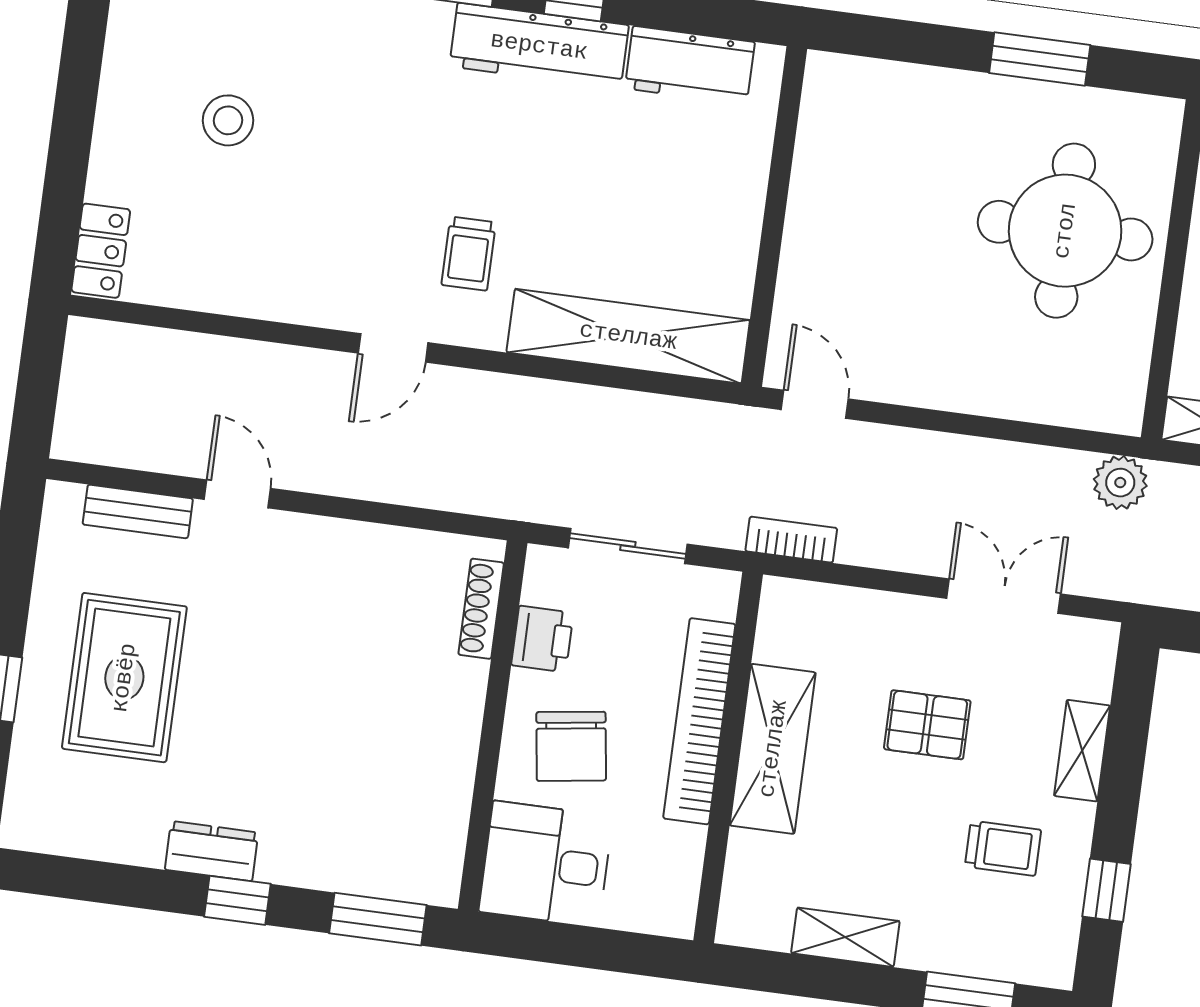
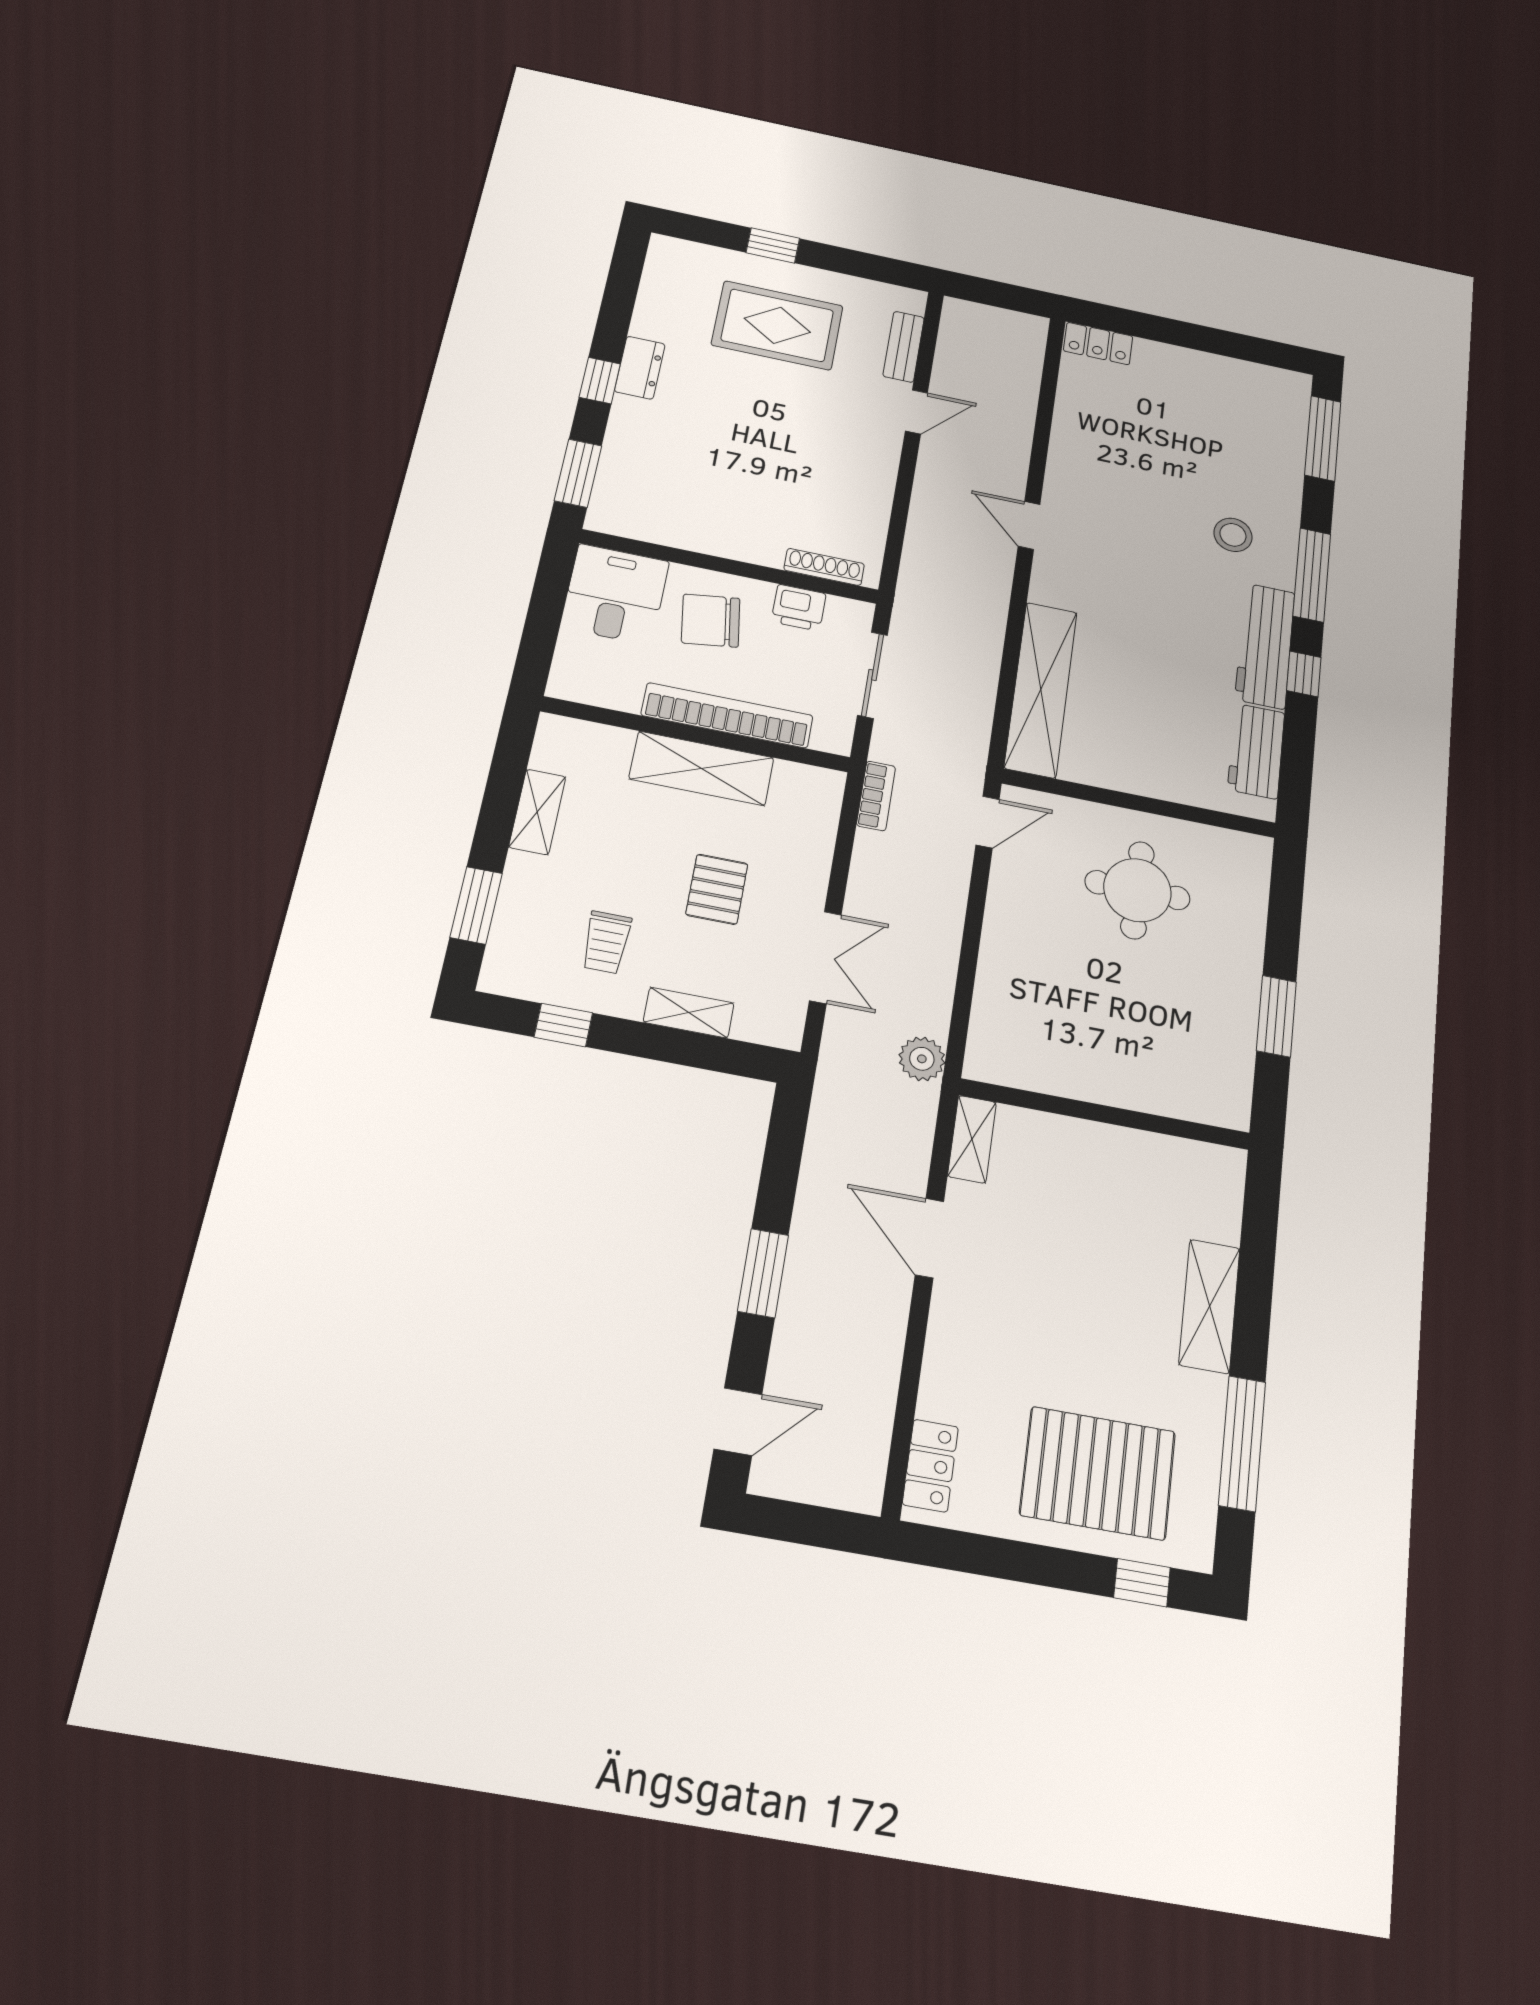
stool: (228, 120) -> (1233, 535), moved
round table: (1065, 231) -> (1137, 890), moved, width x0.73, depth x0.73
trolley: (469, 254) -> (1103, 583), removed

